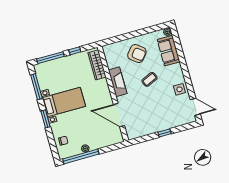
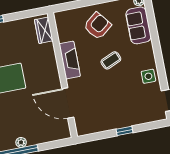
window: (75, 51) -> (18, 16), removed
armchair: (137, 54) -> (97, 26), turned -77
wardrobe: (97, 65) -> (44, 30), width x0.67

